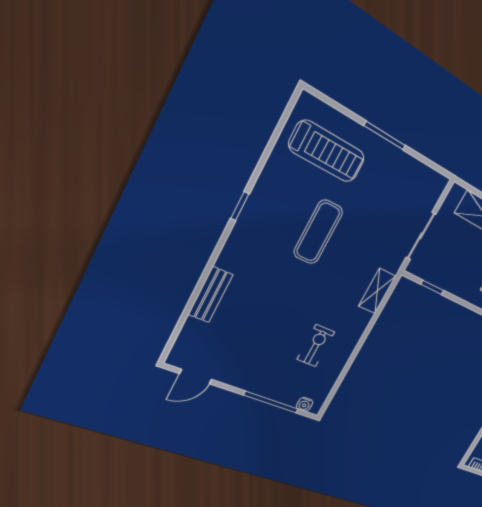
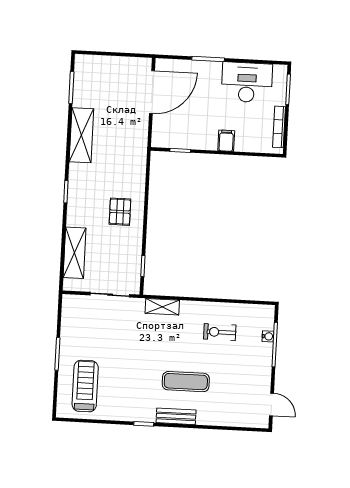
exercise mat: (318, 232) -> (186, 382), moved
bench: (211, 295) -> (176, 416), moved
water cooler: (305, 404) -> (268, 336), moved

